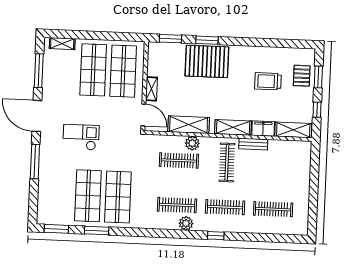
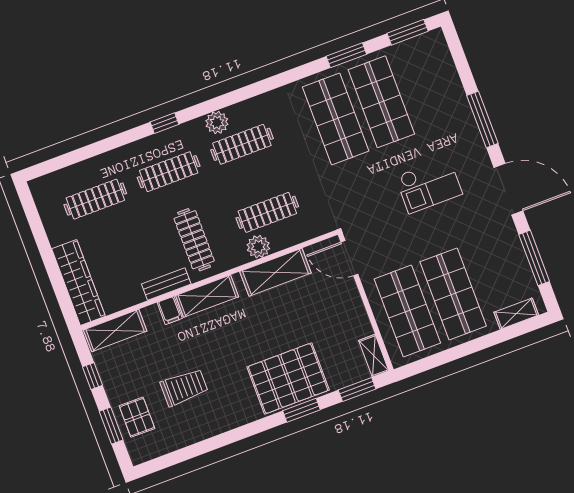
shelving: (151, 89) -> (374, 356), moved
filing cabinet: (263, 129) -> (170, 310), width x0.50
wardrobe: (303, 166) -> (78, 282), added

